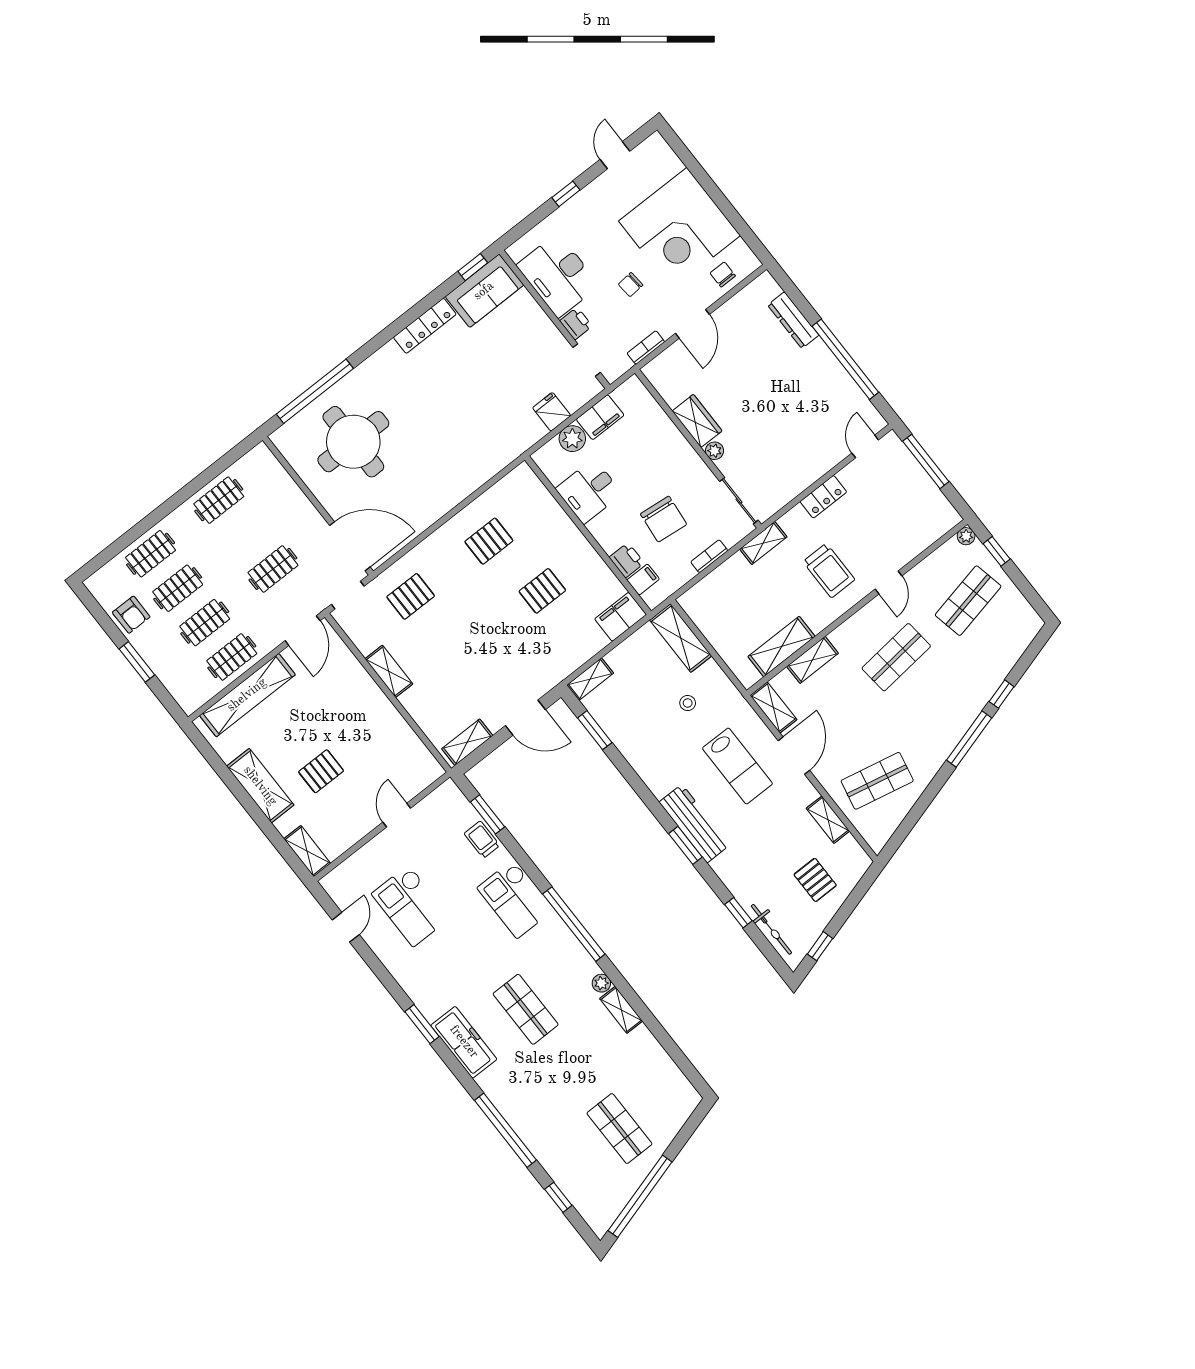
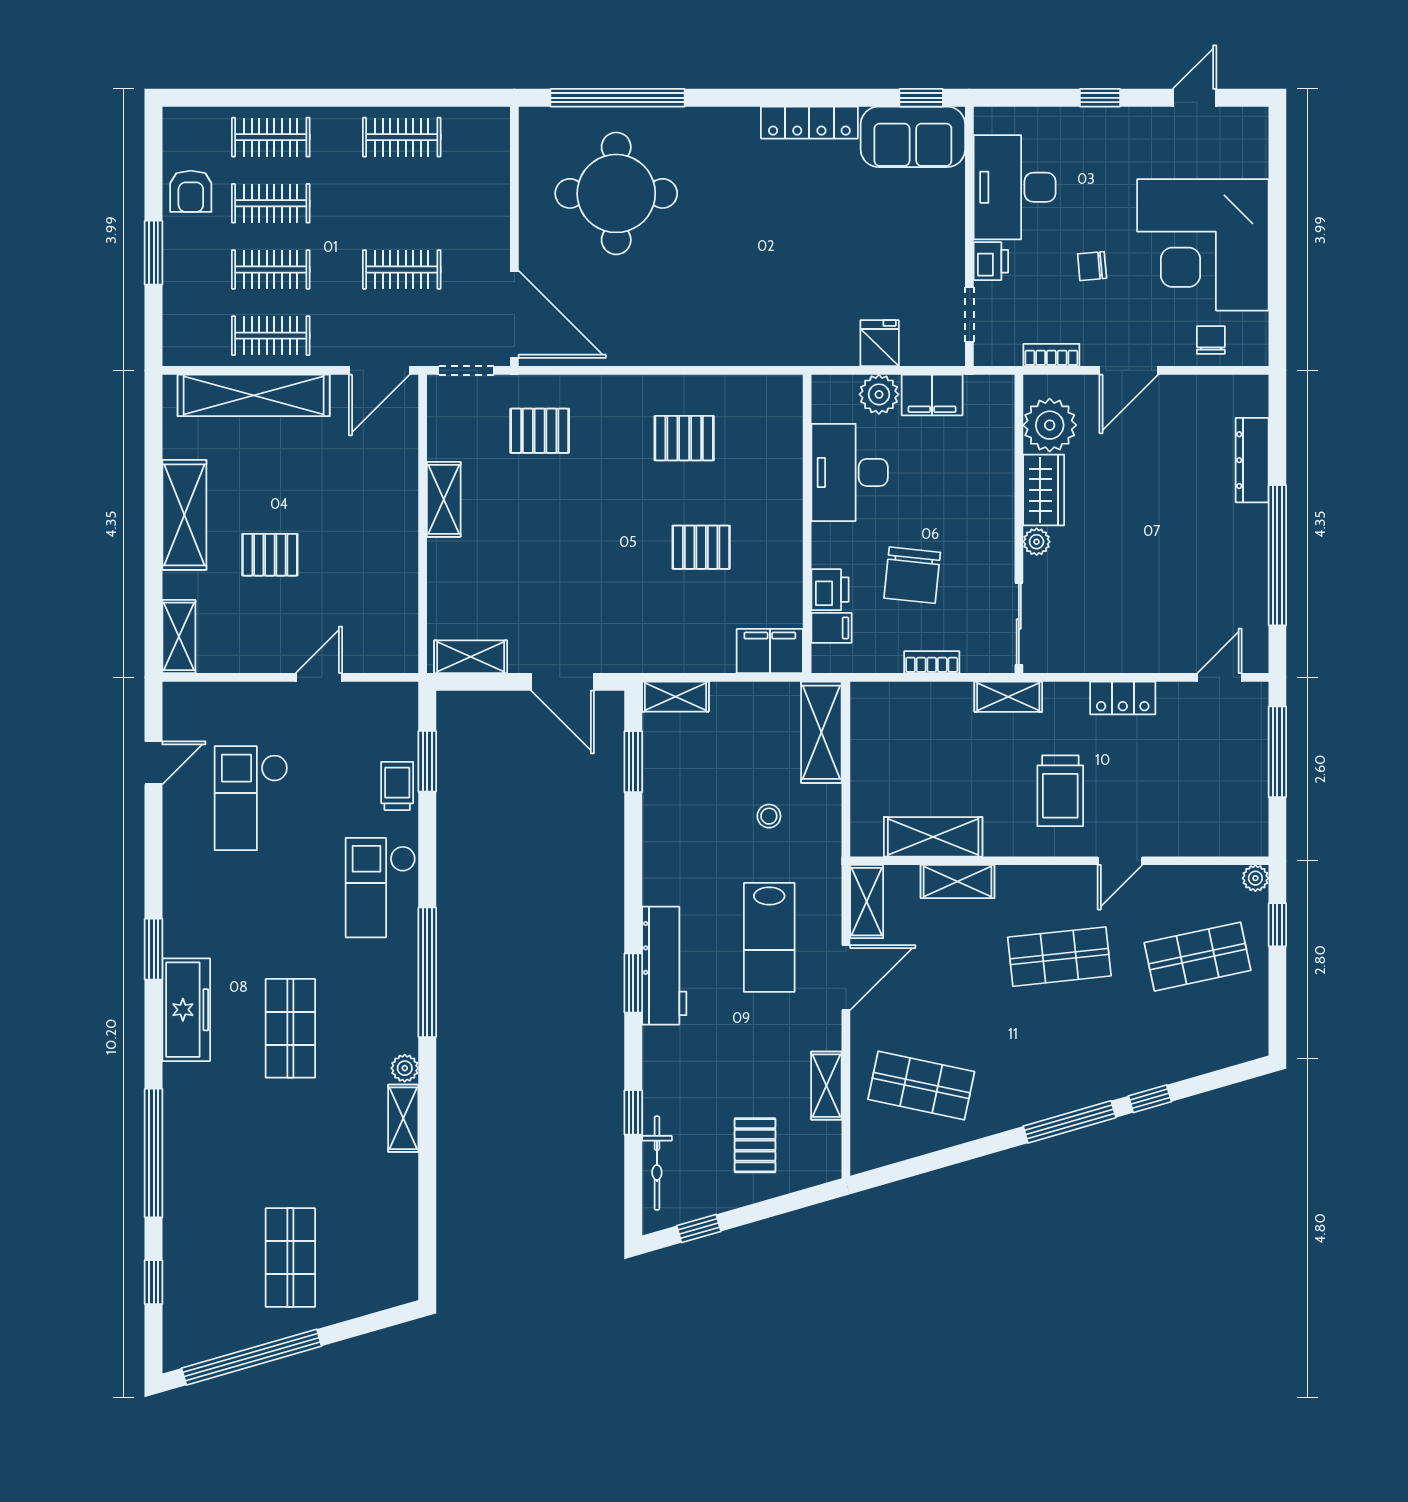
plant: (674, 385) -> (1050, 425), added
desk: (589, 491) -> (850, 472), width x1.37

